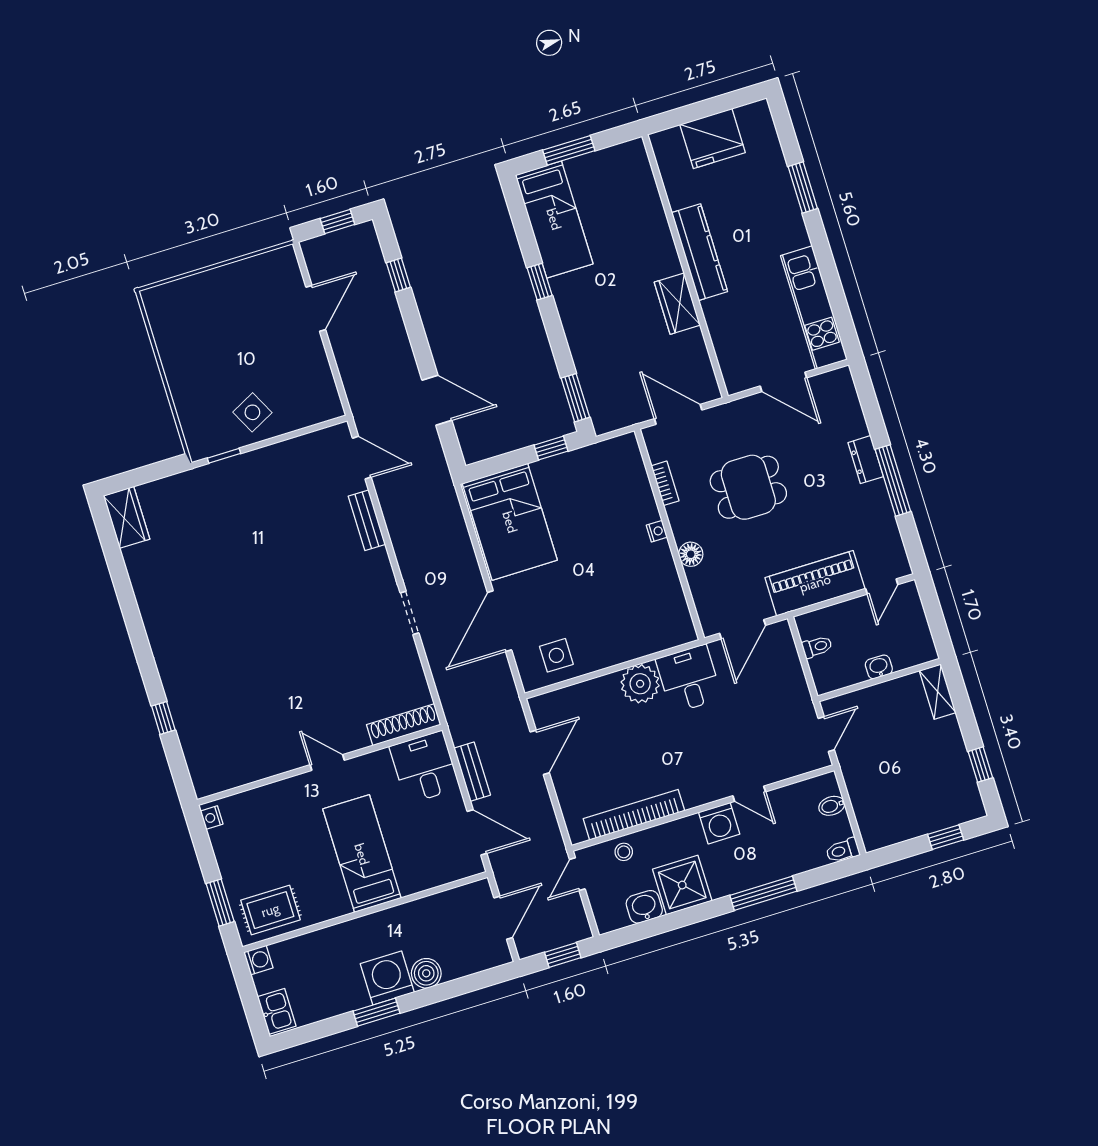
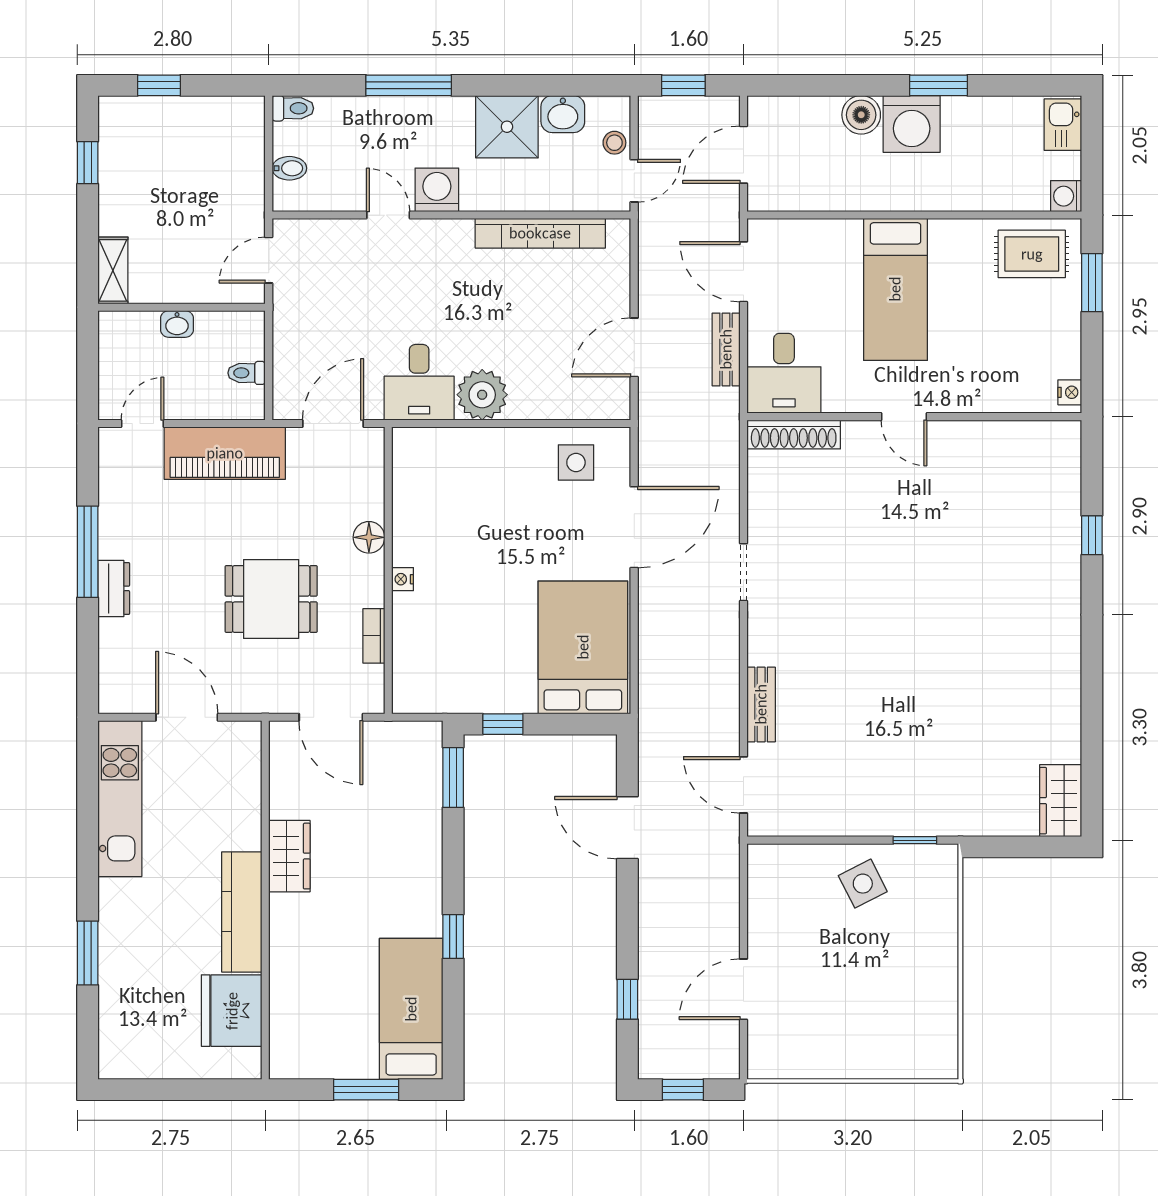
fridge: (713, 139) -> (232, 1011), moved, turned -90
stool: (624, 852) -> (614, 143), moved

